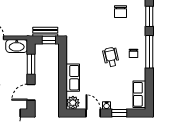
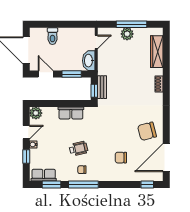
window: (149, 16) -> (52, 184), moved
row of seats: (73, 78) -> (71, 113), moved

